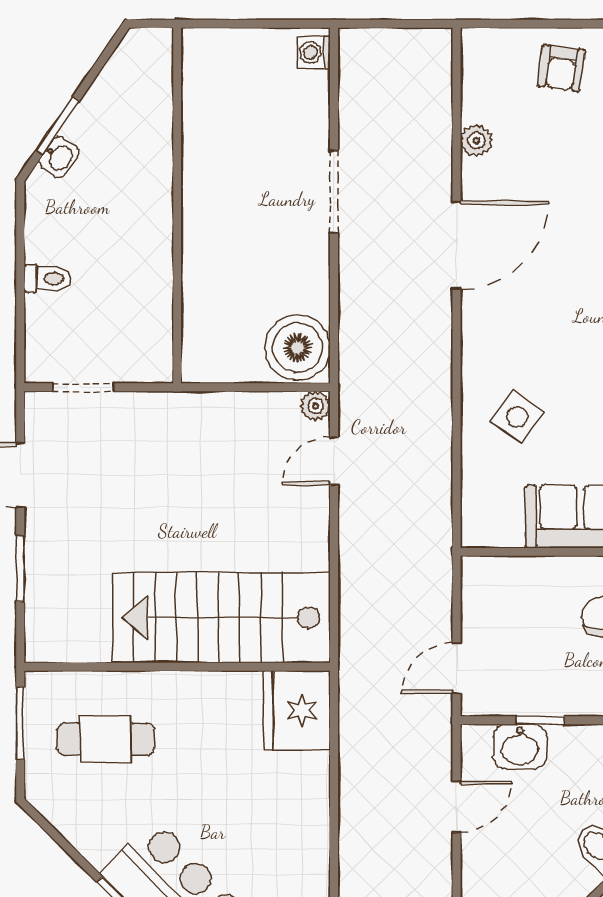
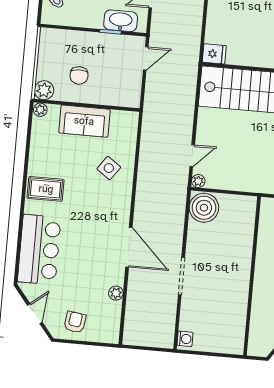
door: (457, 245) -> (129, 247), swing flipped
fridge: (297, 710) -> (214, 54), width x0.53, depth x0.75
washbasin: (520, 747) -> (121, 21), width x1.38

